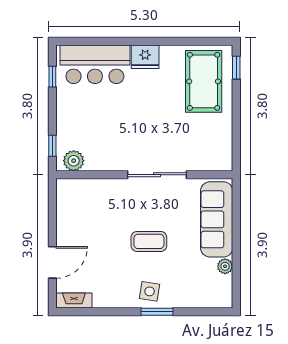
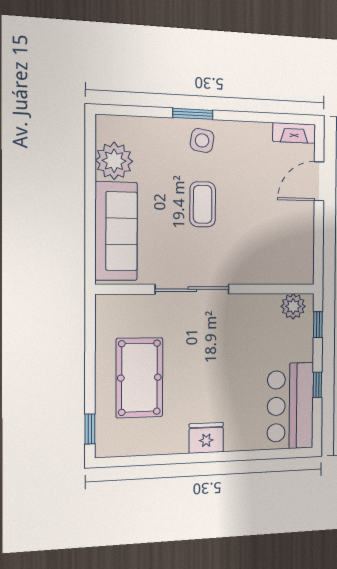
bar counter: (95, 64) -> (290, 406), moved, turned -90
window: (52, 77) -> (317, 385), moved
pool table: (204, 81) -> (139, 378), moved
coffee table: (149, 241) -> (203, 204), turned 90
plant: (225, 266) -> (114, 161), width x1.88, depth x1.88

